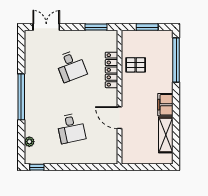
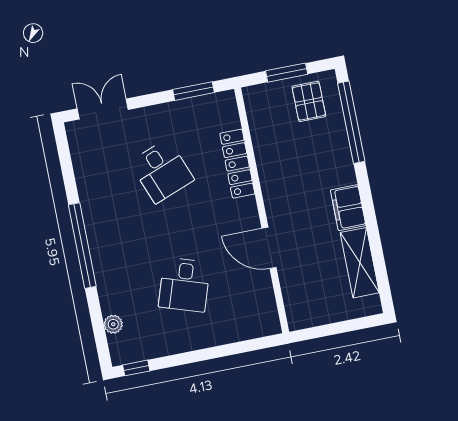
pallet: (136, 65) -> (309, 101), moved, turned 90
desk: (71, 128) -> (184, 285), turned 30

